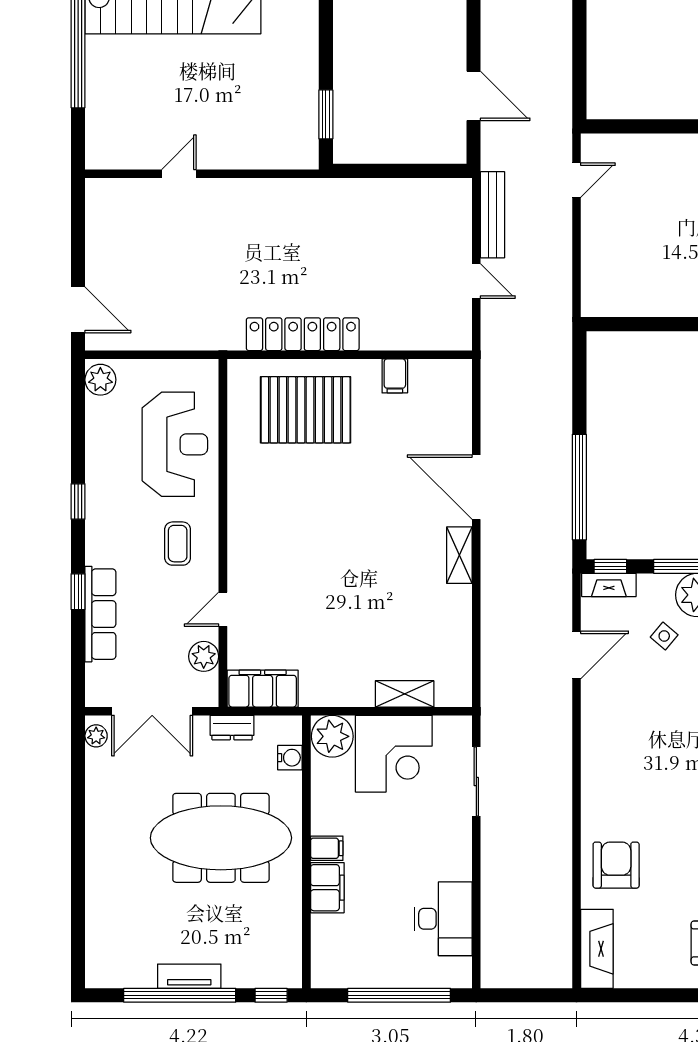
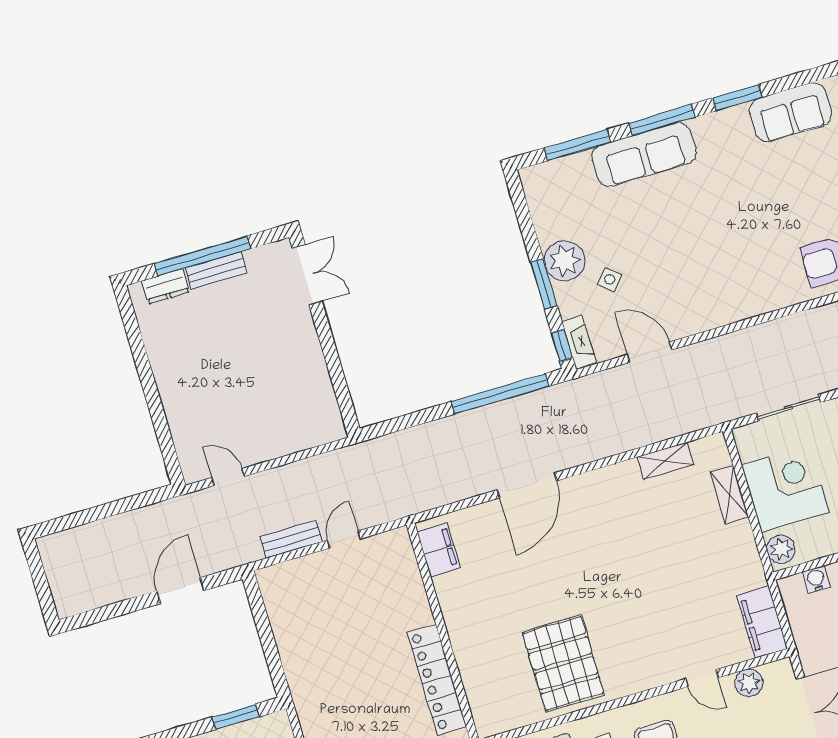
bench: (492, 215) -> (291, 540), width x0.73
filing cabinet: (395, 376) -> (439, 550), moved, width x2.00
pallet: (306, 410) -> (563, 663), moved
shelving: (459, 555) -> (665, 461), moved
dresser: (232, 728) -> (805, 639), removed
plant: (332, 736) -> (781, 549), width x0.73, depth x0.73

